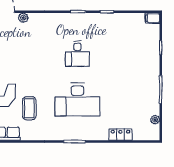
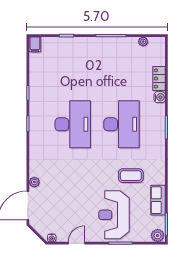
desk: (77, 54) -> (73, 124), width x1.87, depth x1.30
water cooler: (103, 135) -> (160, 97), added

